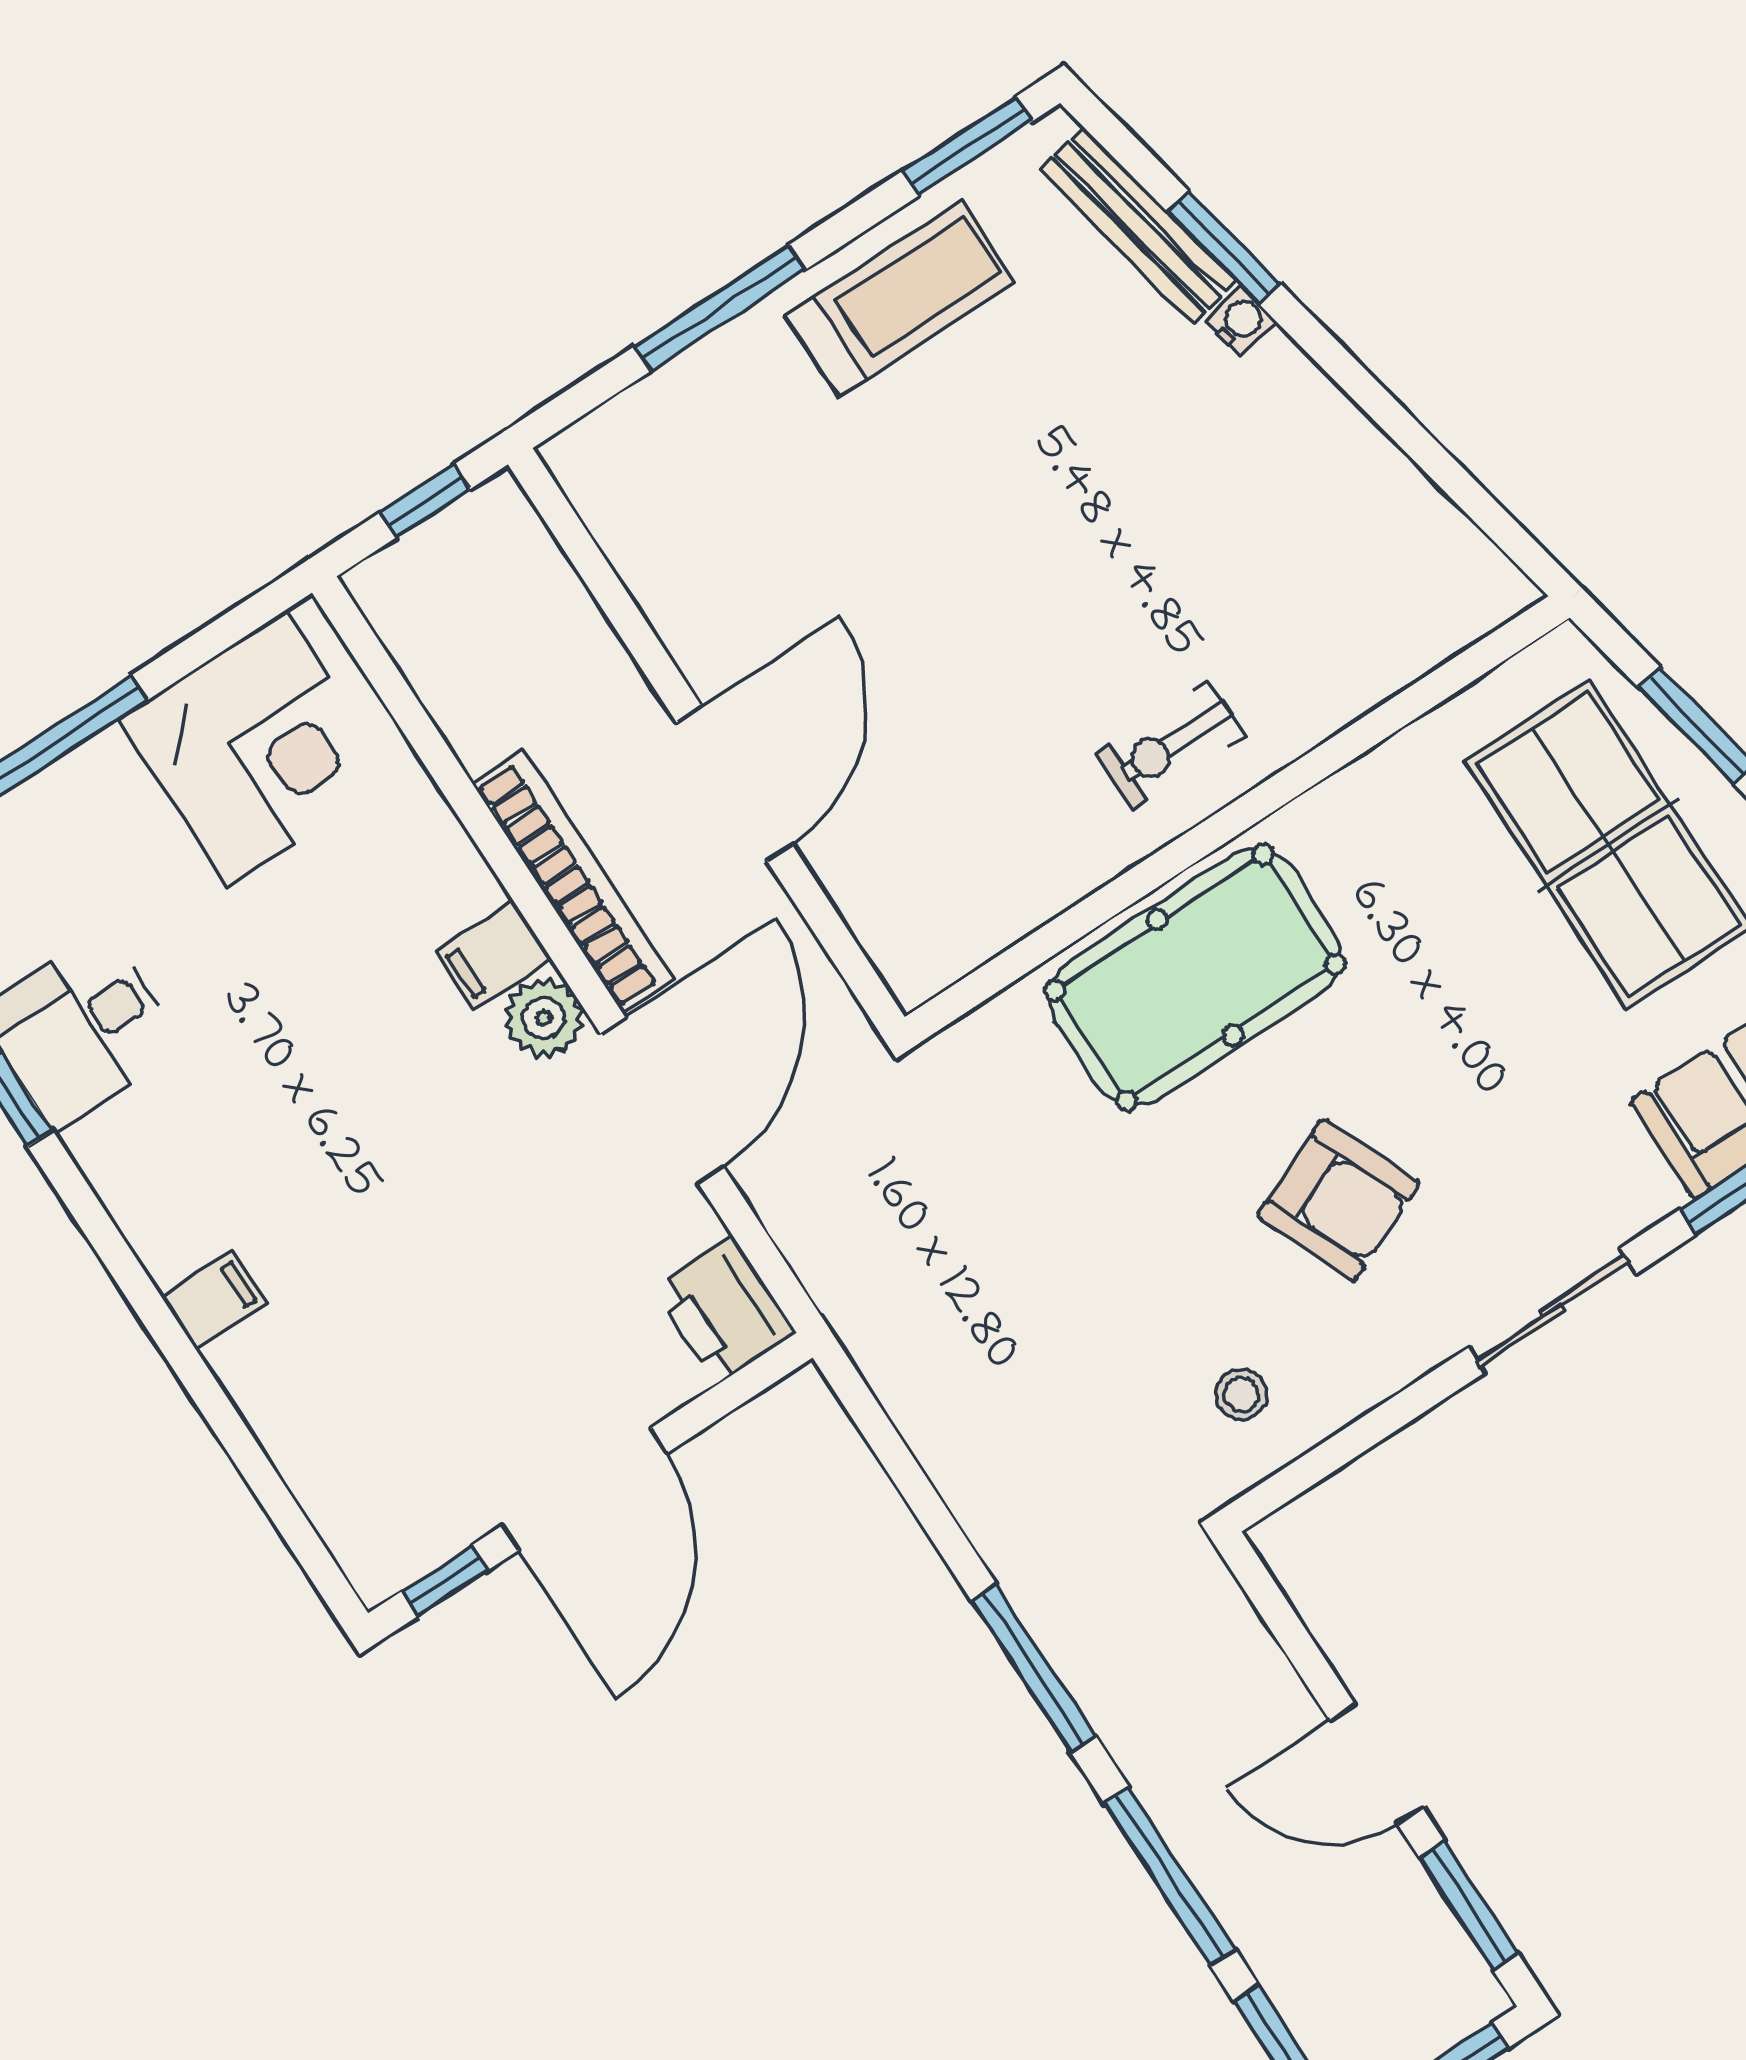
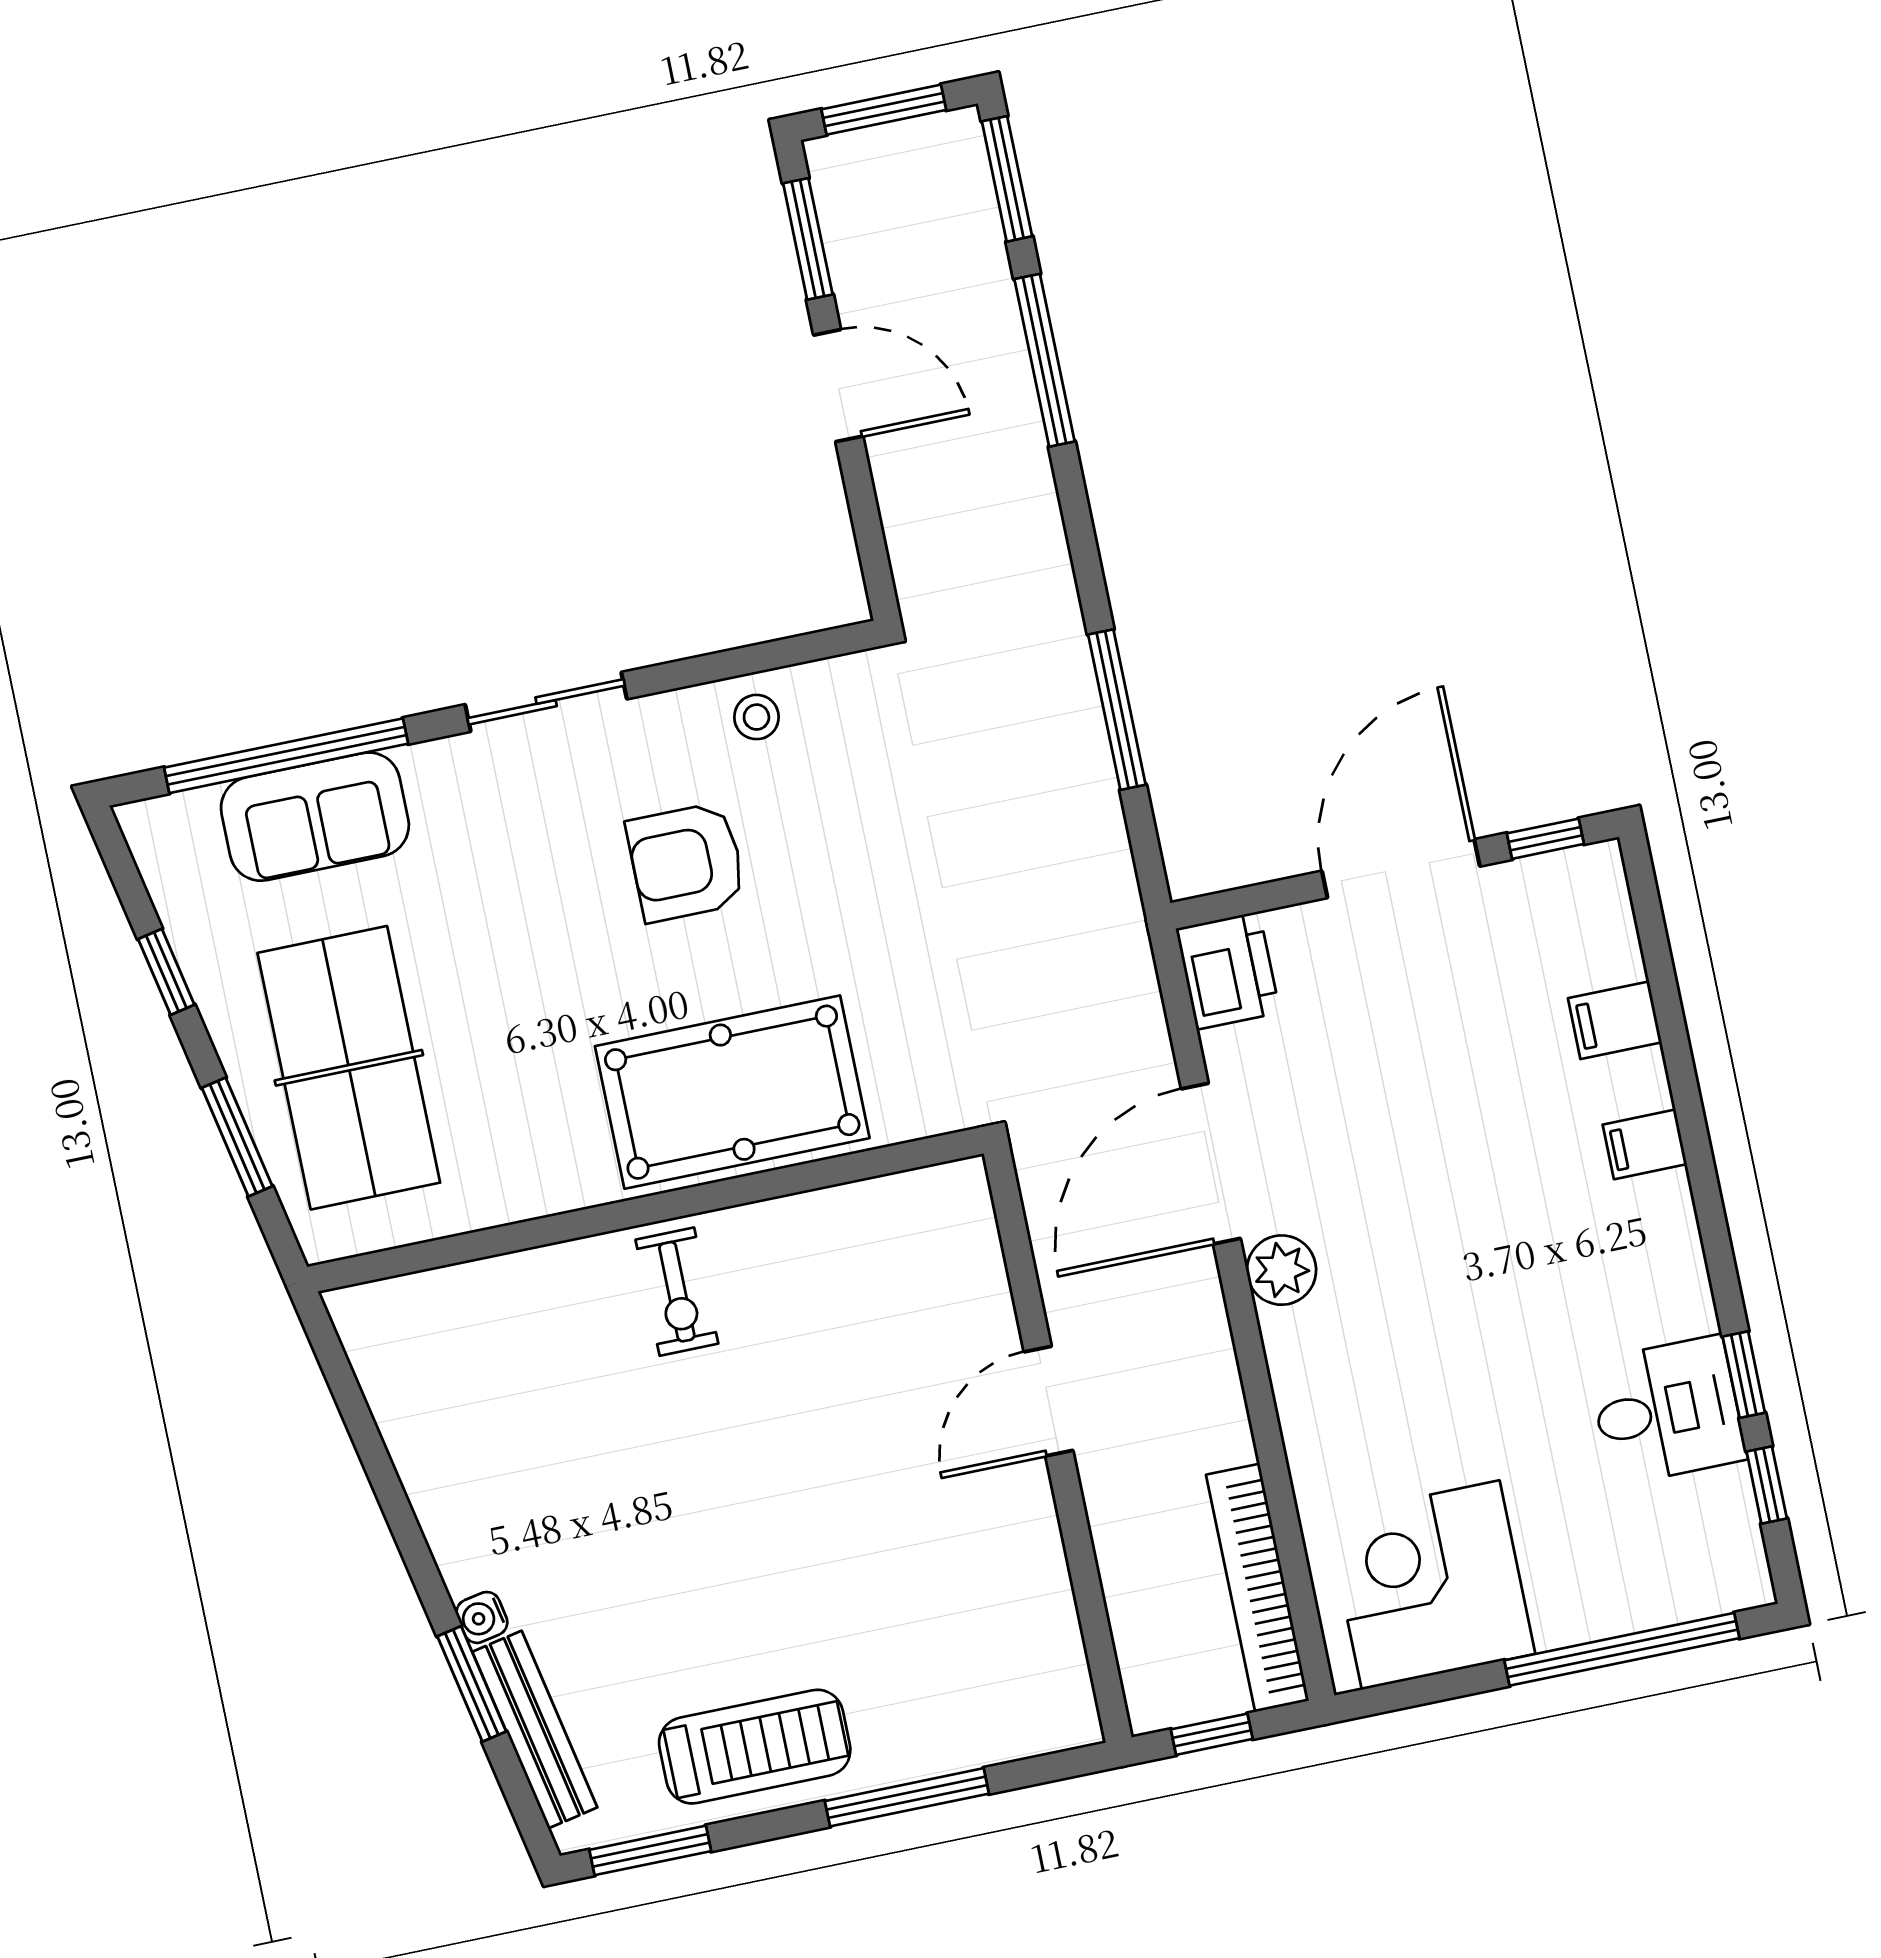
treadmill: (900, 299) -> (755, 1747), turned 180
exercise bike: (1170, 745) -> (677, 1292), turned 90
door: (734, 784) -> (1048, 1401), width x0.73
bookcase: (573, 881) -> (1257, 1588), moved
filing cabinet: (493, 955) -> (1615, 1020), moved, turned 180
armchair: (1339, 1200) -> (686, 862), turned -67
stool: (1241, 1395) -> (756, 717), moved
window: (1033, 1668) -> (1117, 710), moved

